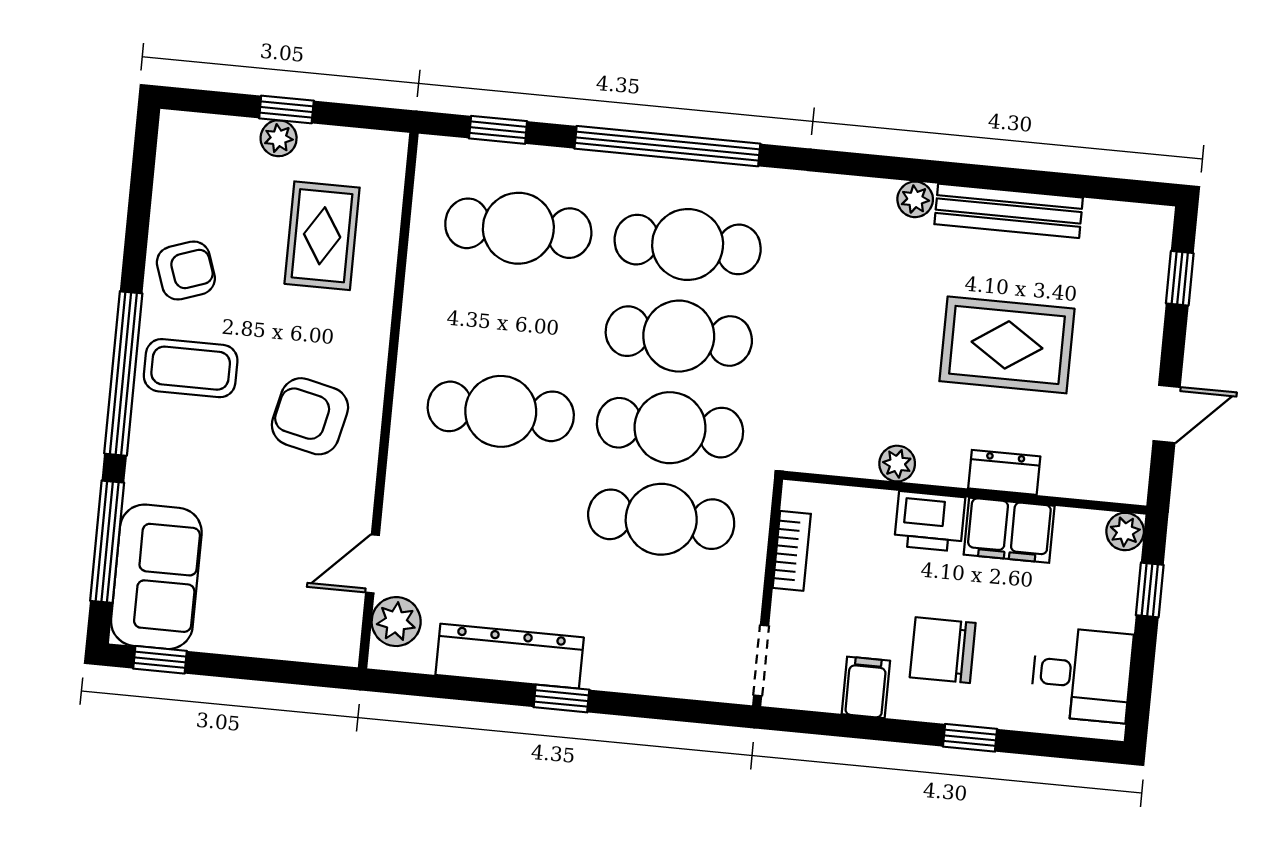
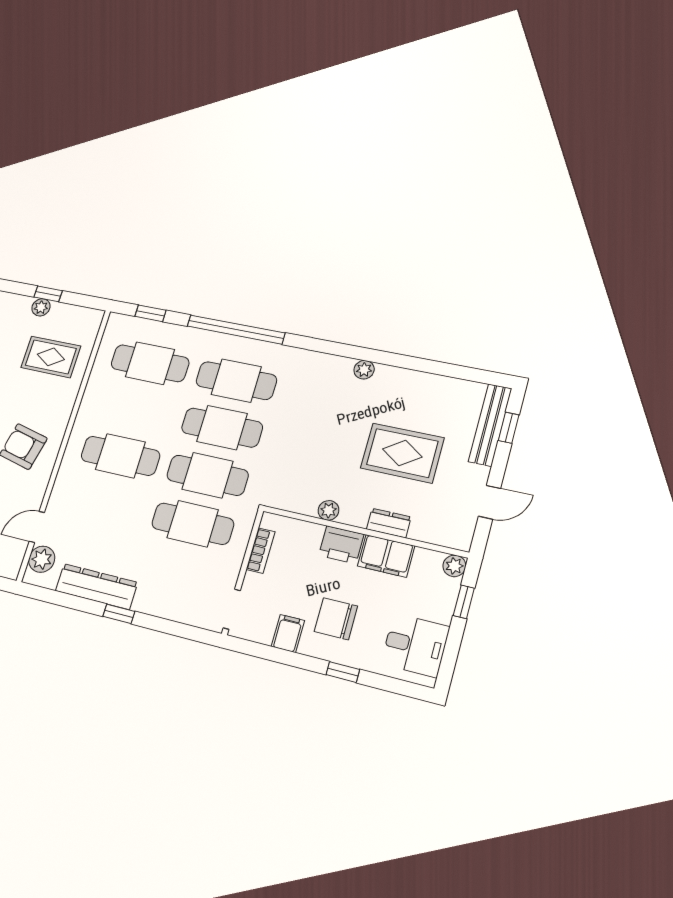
bench: (1009, 211) -> (490, 425), moved, turned 90
rug: (322, 236) -> (51, 357), turned 90

